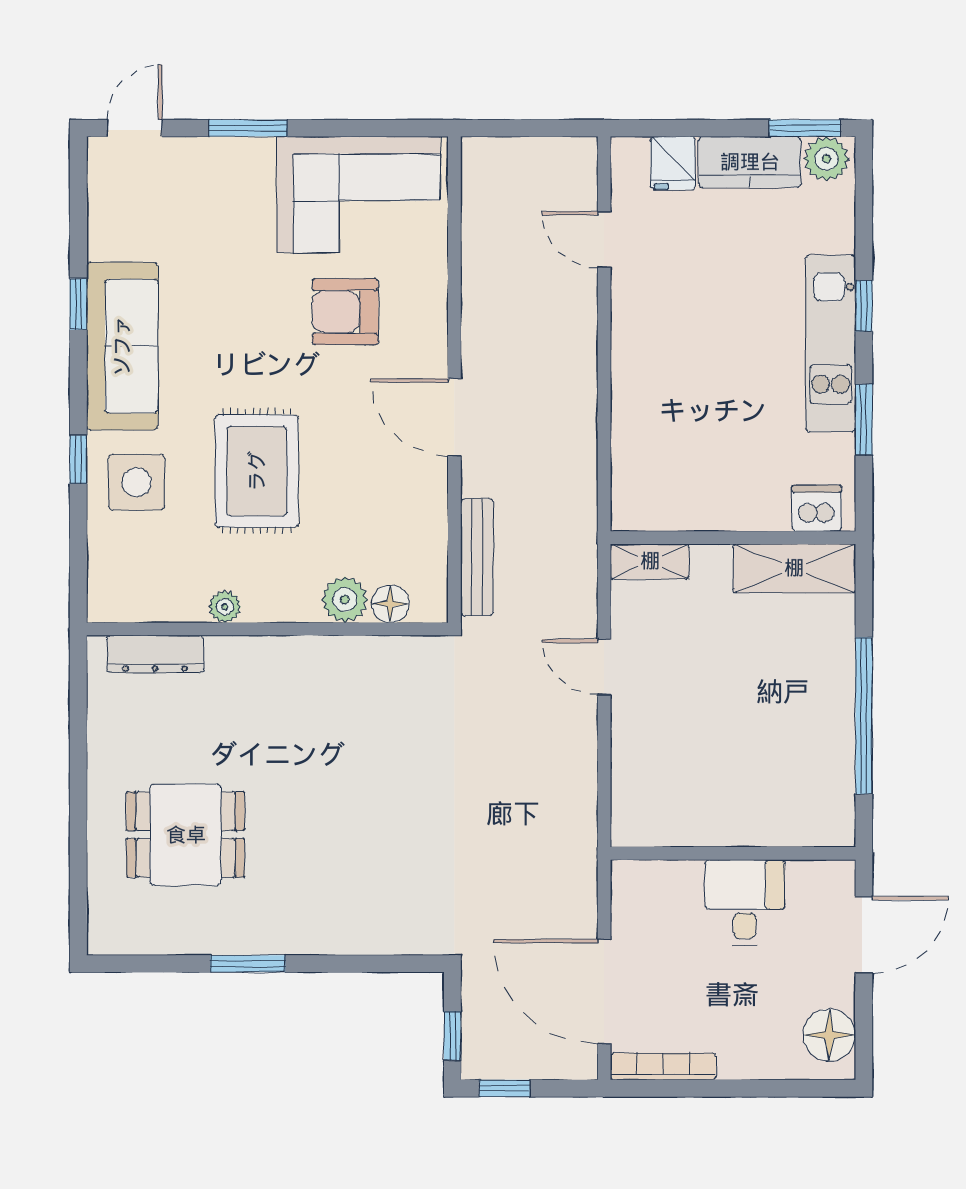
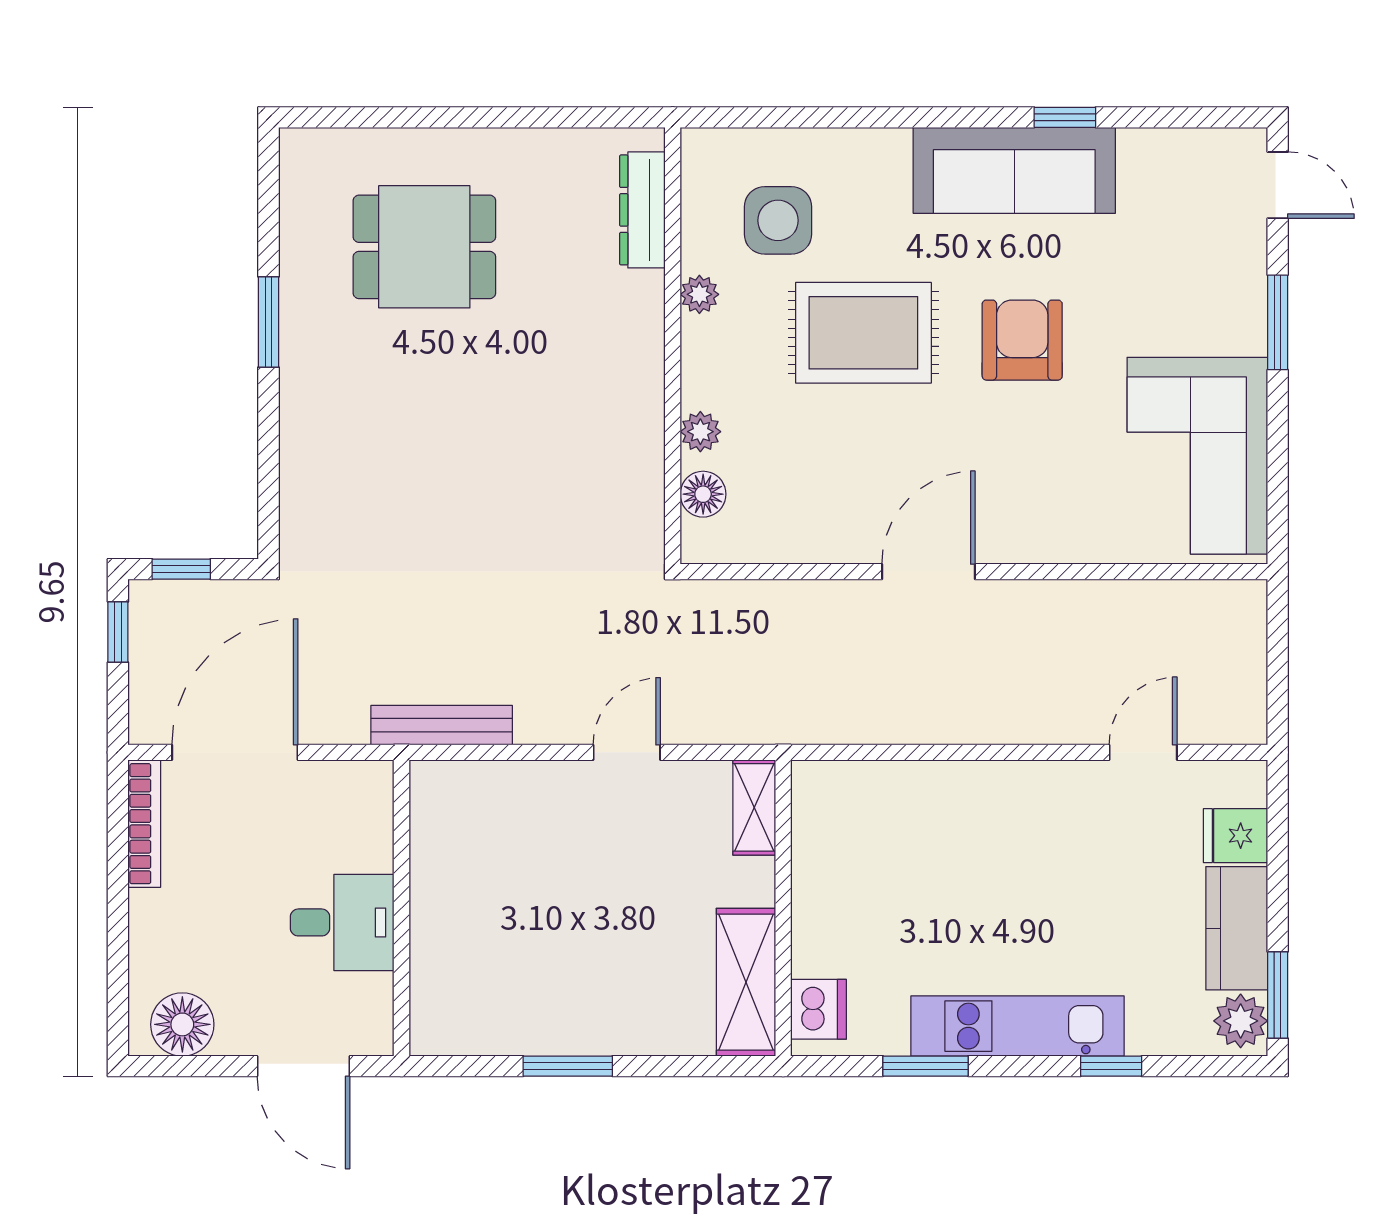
window: (864, 306) -> (1111, 1066), moved
armchair: (345, 312) -> (1022, 340), moved
window: (78, 460) -> (877, 117), removed
side table: (137, 482) -> (778, 220), moved
bench: (477, 557) -> (442, 725), moved
plant: (345, 600) -> (700, 432), width x0.73, depth x0.73
window: (864, 716) -> (568, 1066), width x0.47
dining table: (186, 835) -> (424, 247), turned 90

